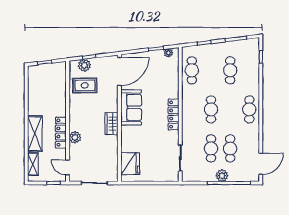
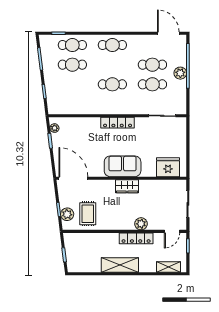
cafe table: (192, 70) -> (72, 45), moved
sofa: (131, 107) -> (123, 166), moved
shelving: (35, 134) -> (120, 265), moved

